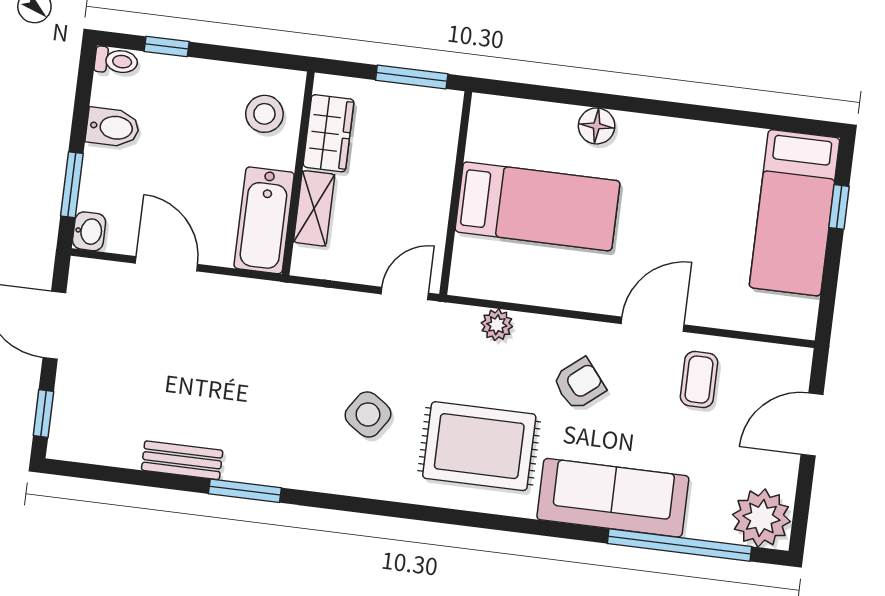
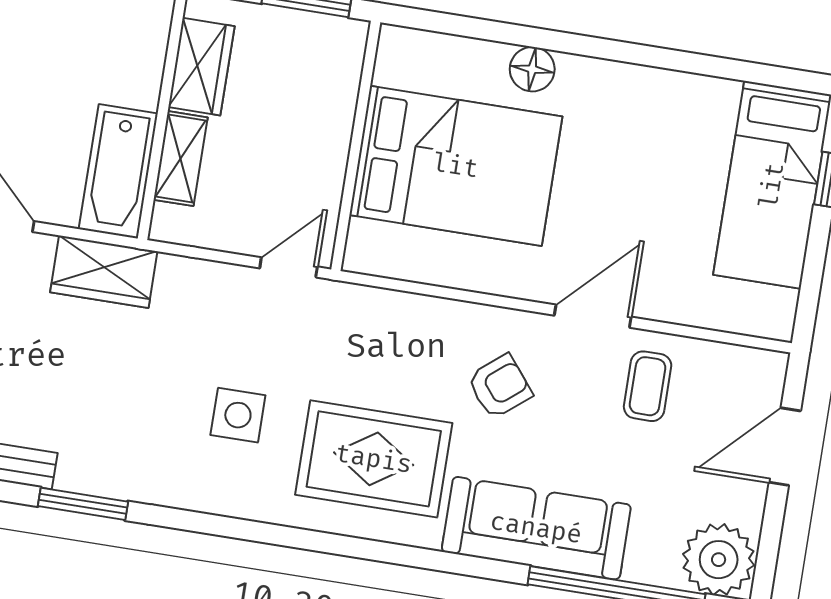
stool: (264, 114) -> (123, 40), removed
bed: (537, 206) -> (456, 166), width x1.50
wardrobe: (255, 302) -> (104, 272), added
plant: (497, 325) -> (401, 310), removed
side table: (368, 414) -> (238, 415), turned -34

